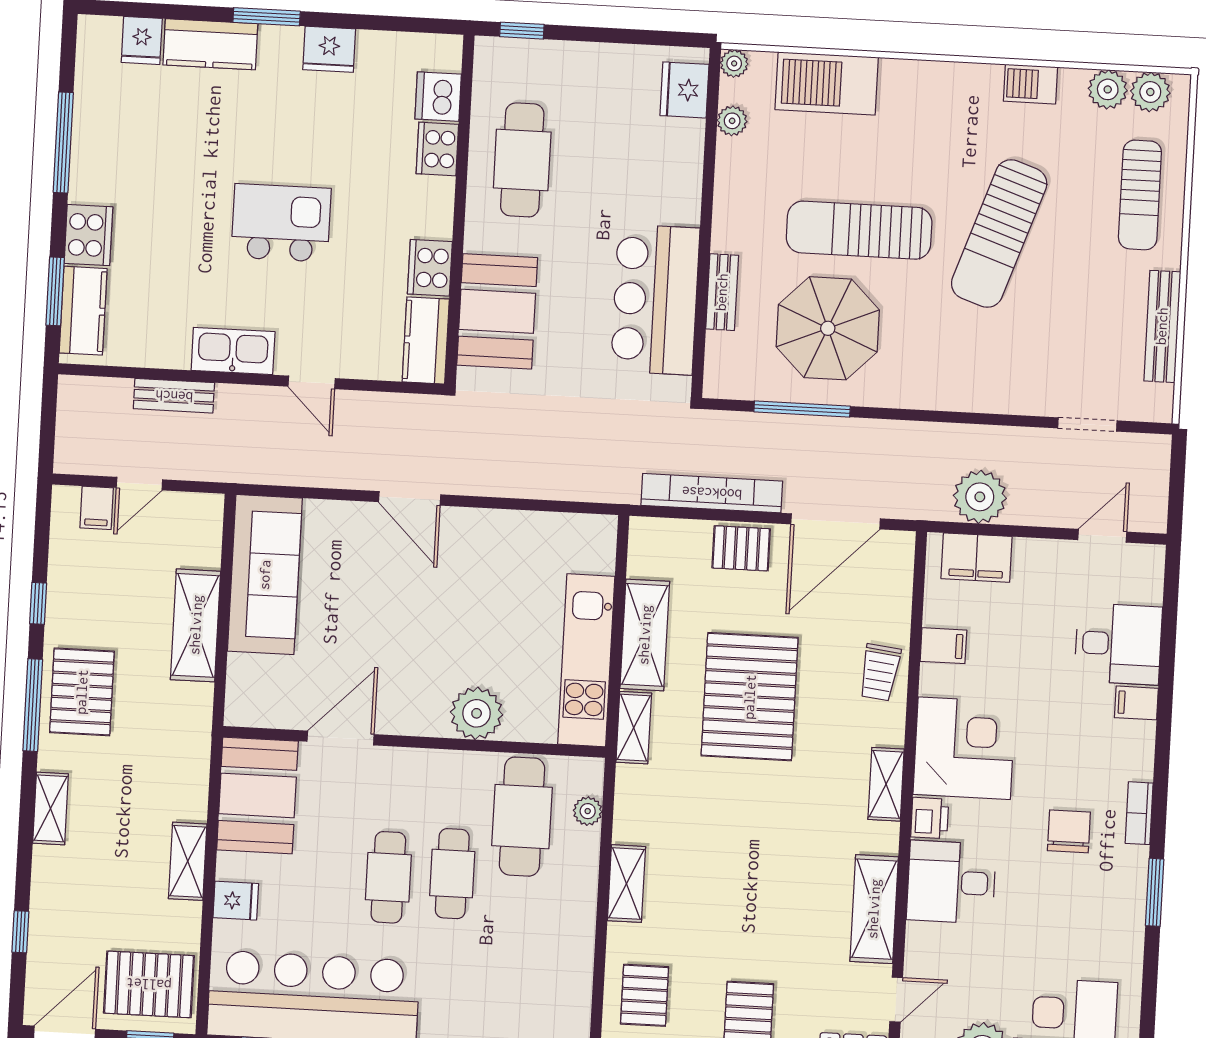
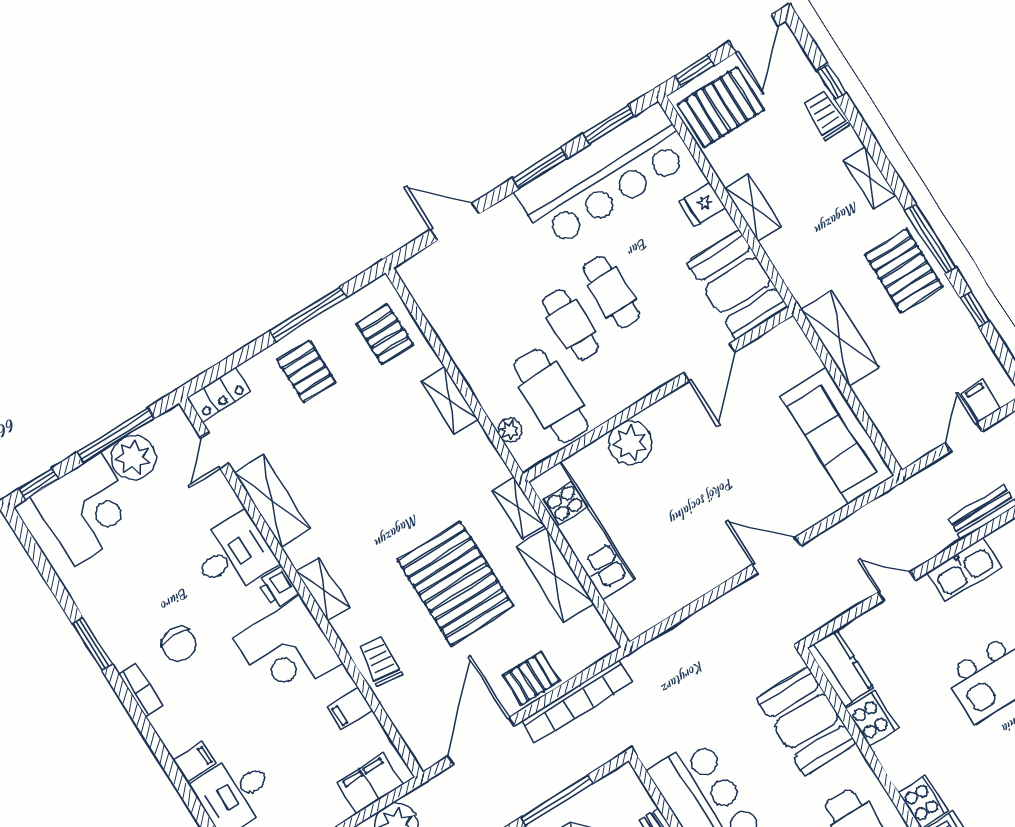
shelving: (196, 625) -> (840, 338), moved
trolley: (50, 902) -> (826, 115), added

